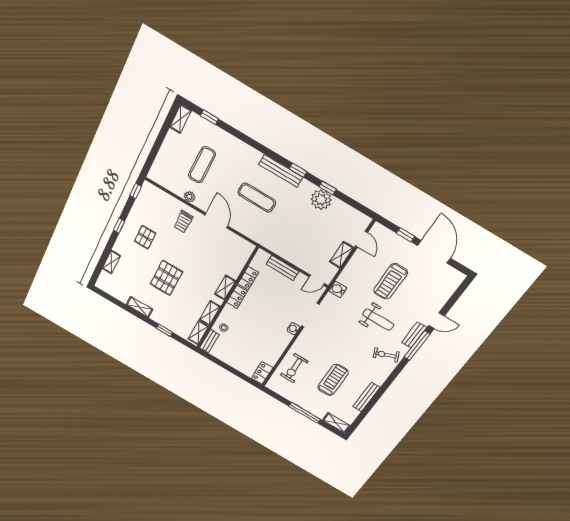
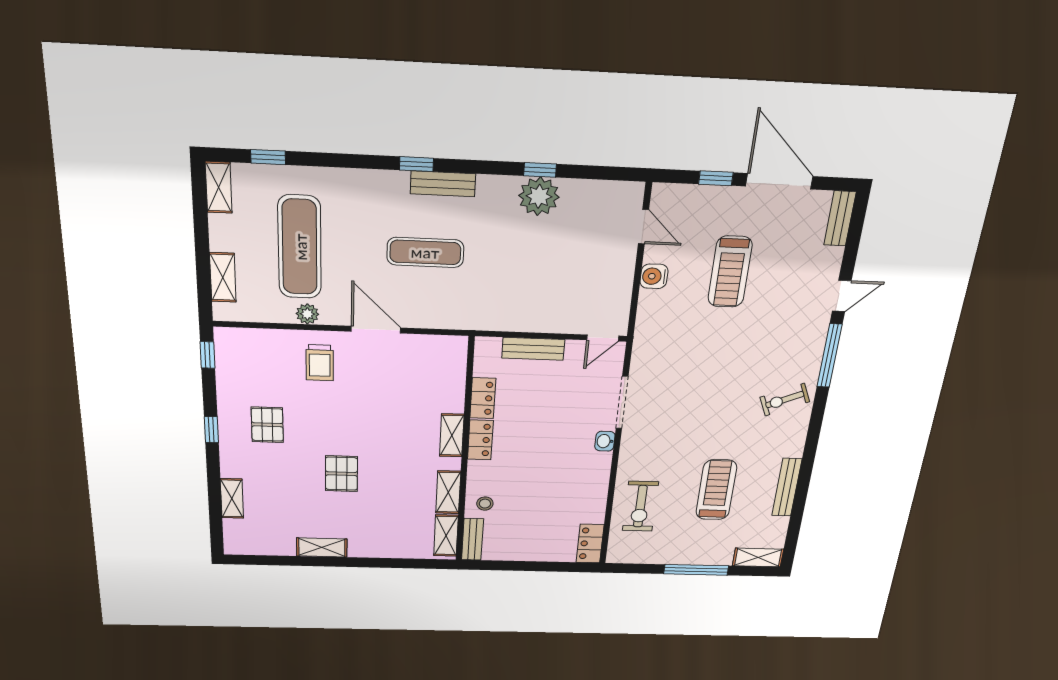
exercise mat: (202, 165) -> (300, 247), width x1.36, depth x1.45
window: (298, 170) -> (417, 164), moved
bench: (281, 171) -> (443, 184), width x0.73
shelving: (342, 255) -> (223, 277), moved
pallet: (166, 278) -> (341, 474), width x0.67, depth x0.71
water cooler: (338, 289) -> (654, 276), moved
weight bench: (378, 320) -> (742, 348), removed
window: (165, 330) -> (386, 563), removed
bench: (414, 335) -> (840, 219), moved

